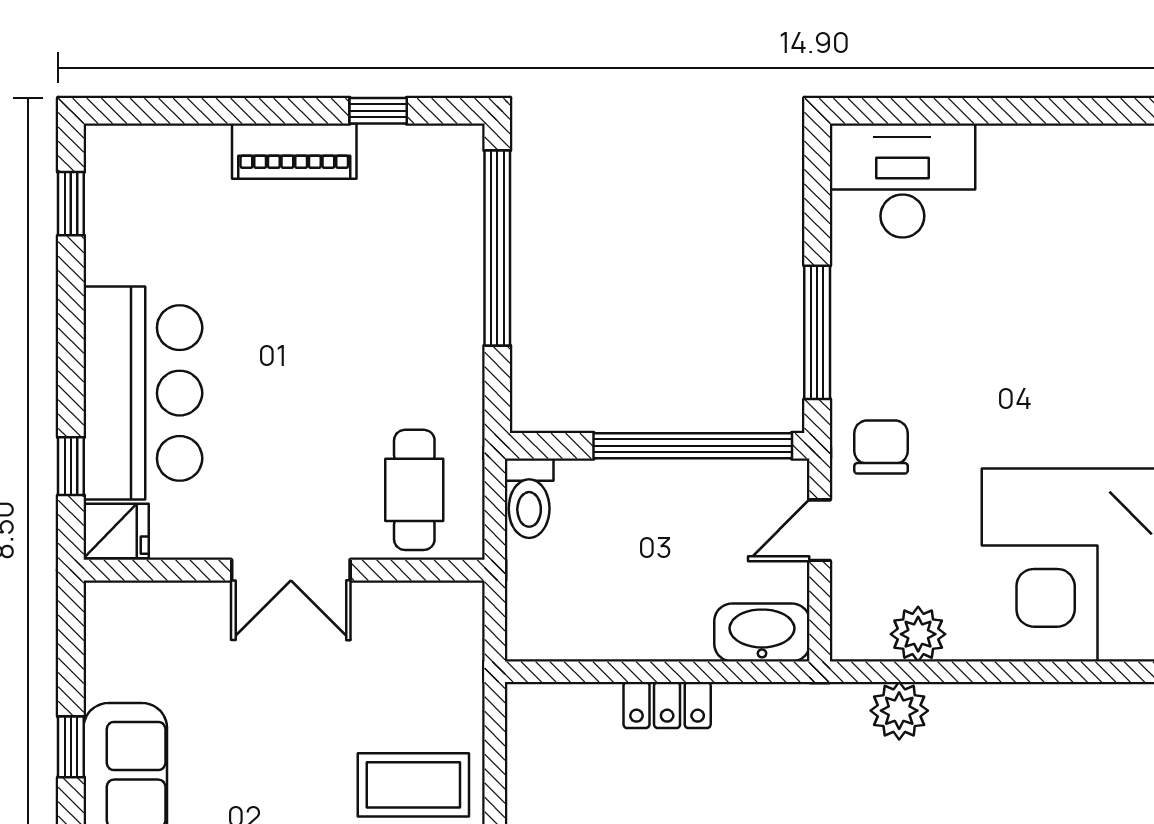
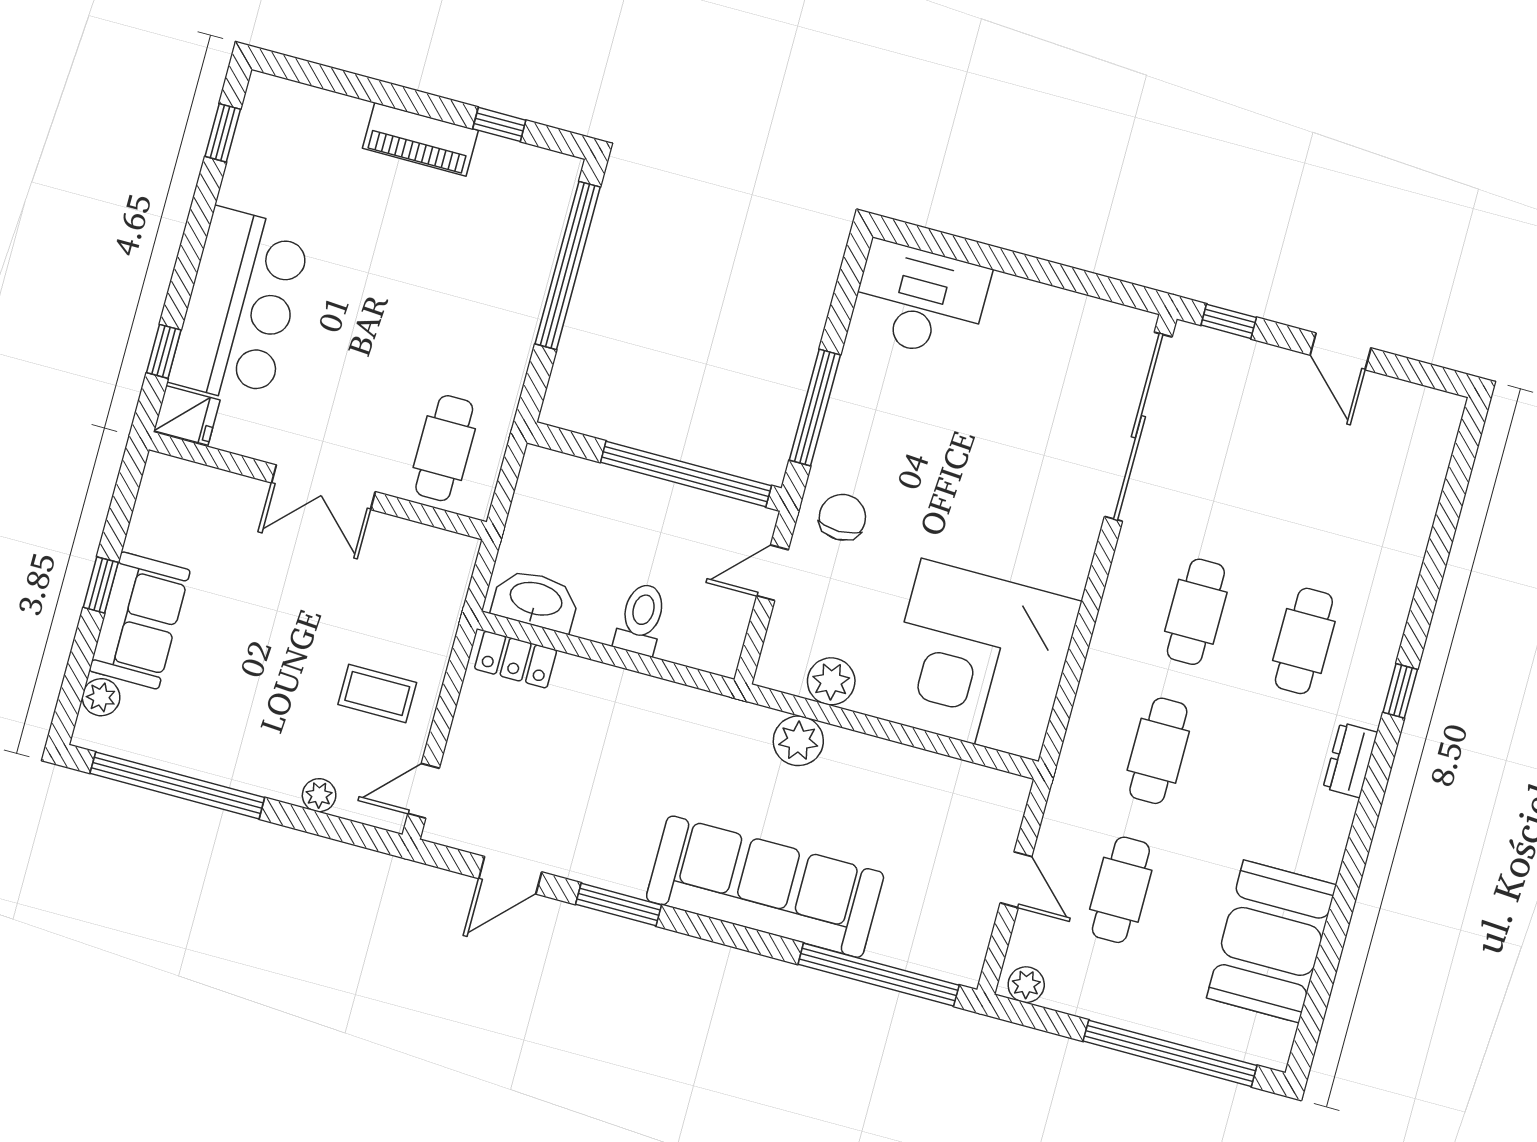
toilet: (529, 498) -> (641, 619), moved, turned 180
washbasin: (762, 632) -> (536, 600), moved
locker: (667, 705) -> (516, 660), moved
coffee table: (413, 785) -> (377, 694), width x0.73, depth x0.77

